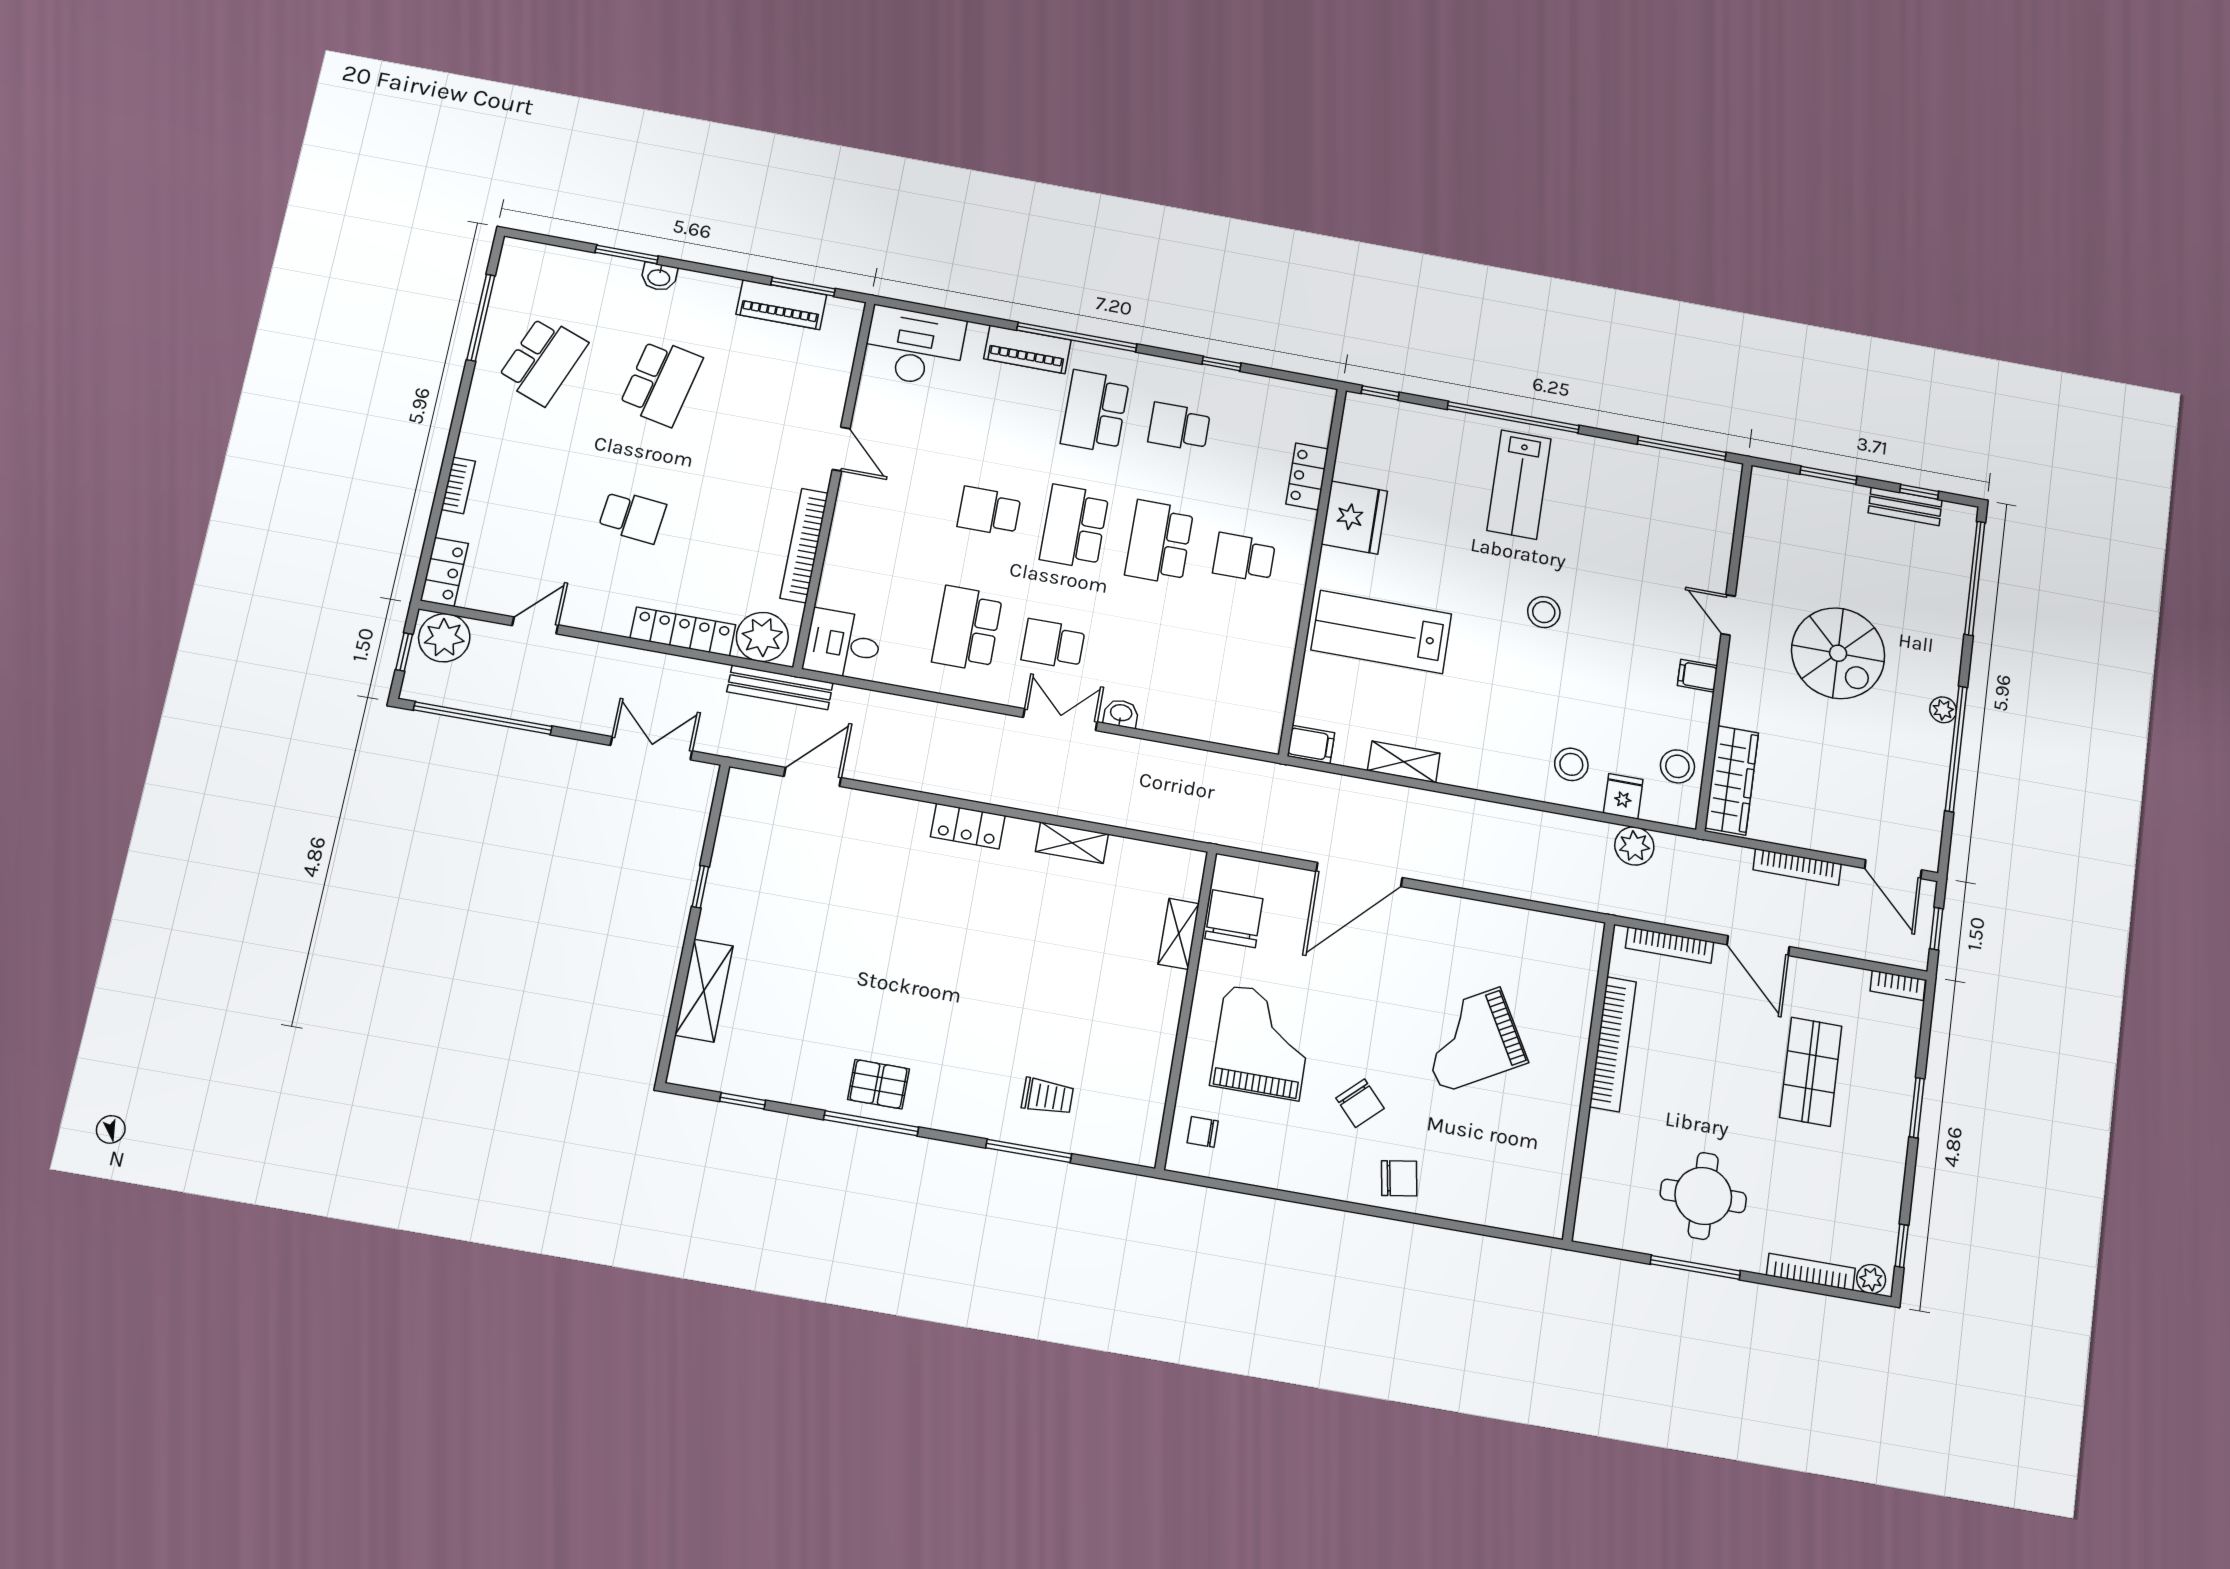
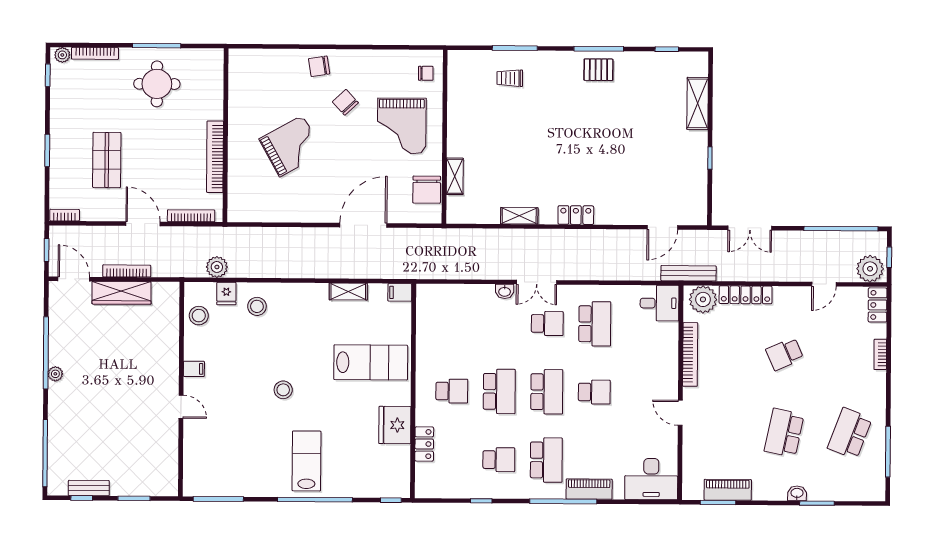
school desk: (632, 516) -> (785, 354), turned -30
spiral stairs: (1838, 653) -> (117, 396), removed
wardrobe: (1732, 780) -> (121, 293), moved, turned -90

